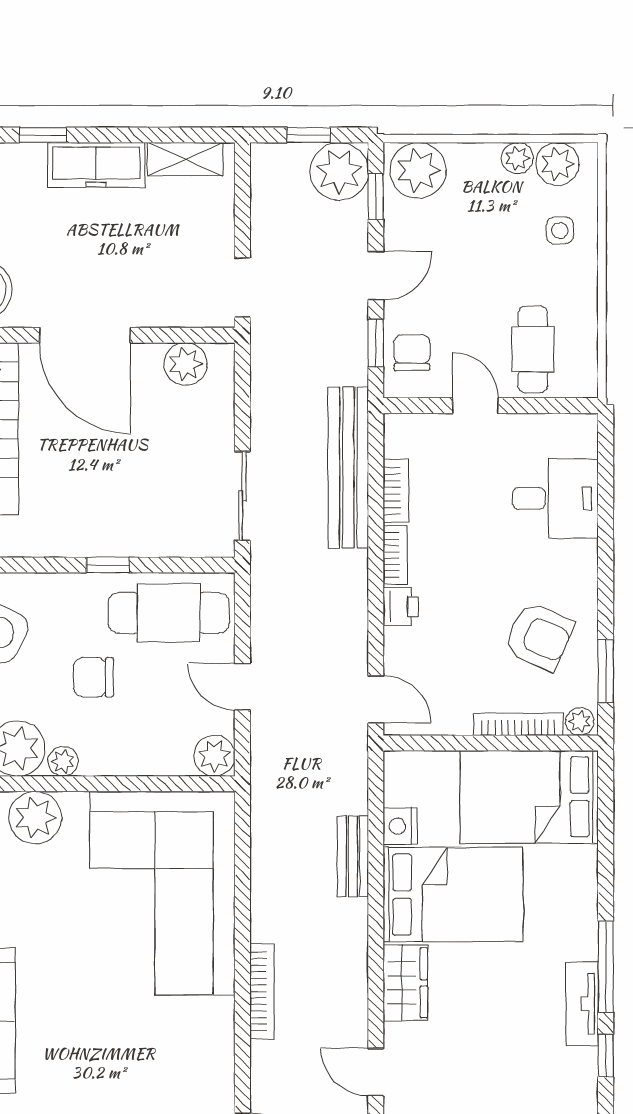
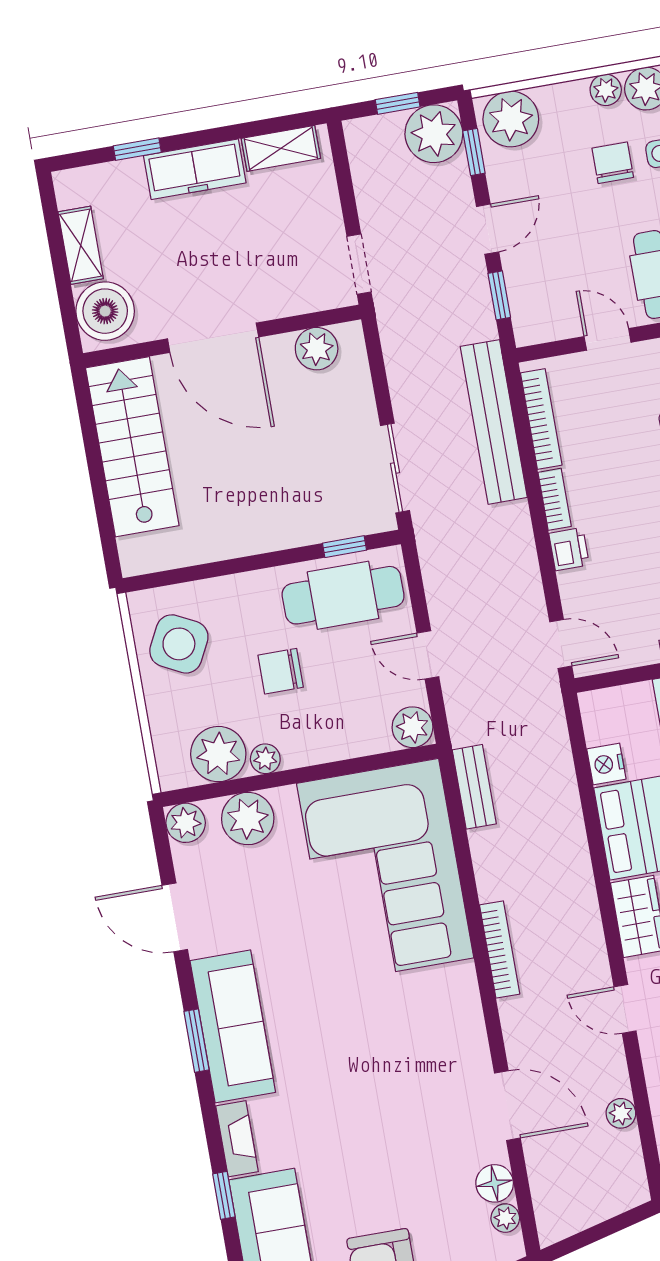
chair: (412, 353) -> (613, 163), moved
bookcase: (396, 491) -> (541, 419), width x1.56
window: (108, 565) -> (344, 547), moved
bench: (353, 856) -> (474, 787), moved

